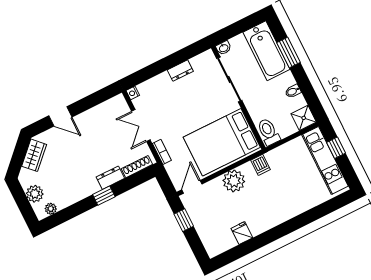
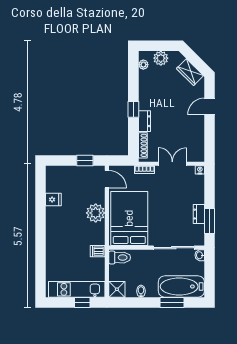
window: (182, 56) -> (209, 221), added
dishwasher: (261, 165) -> (98, 251), moved

